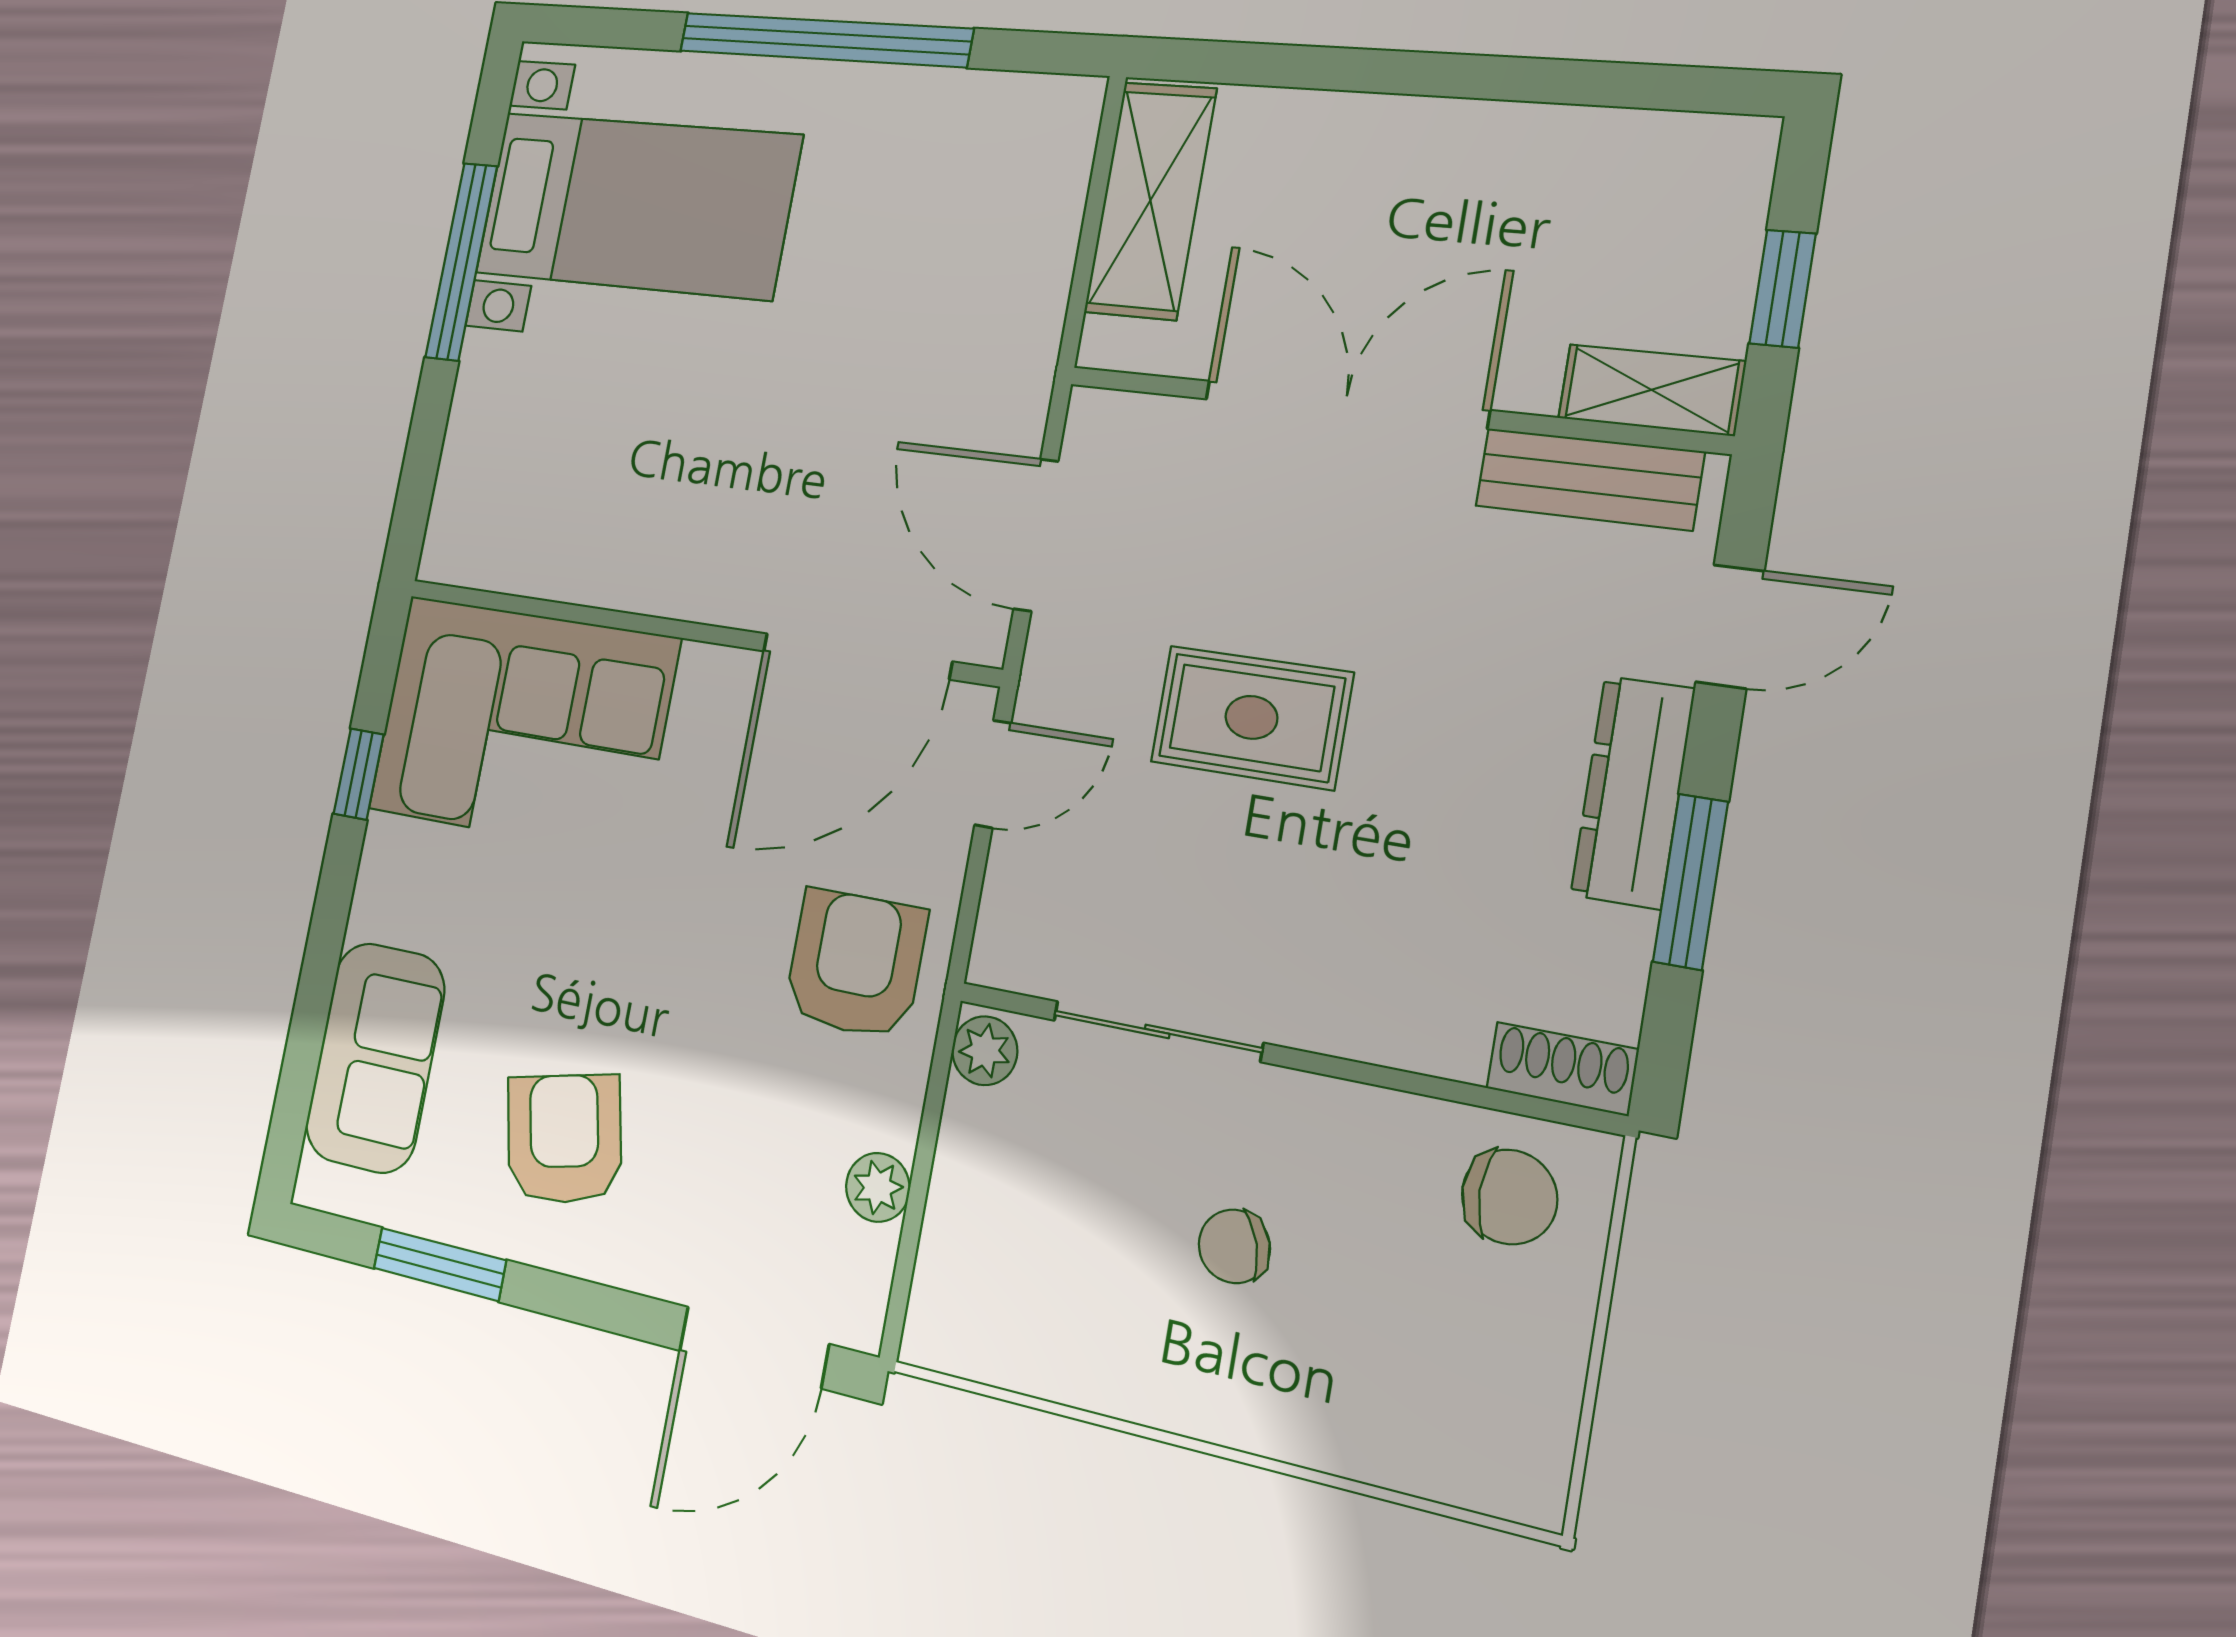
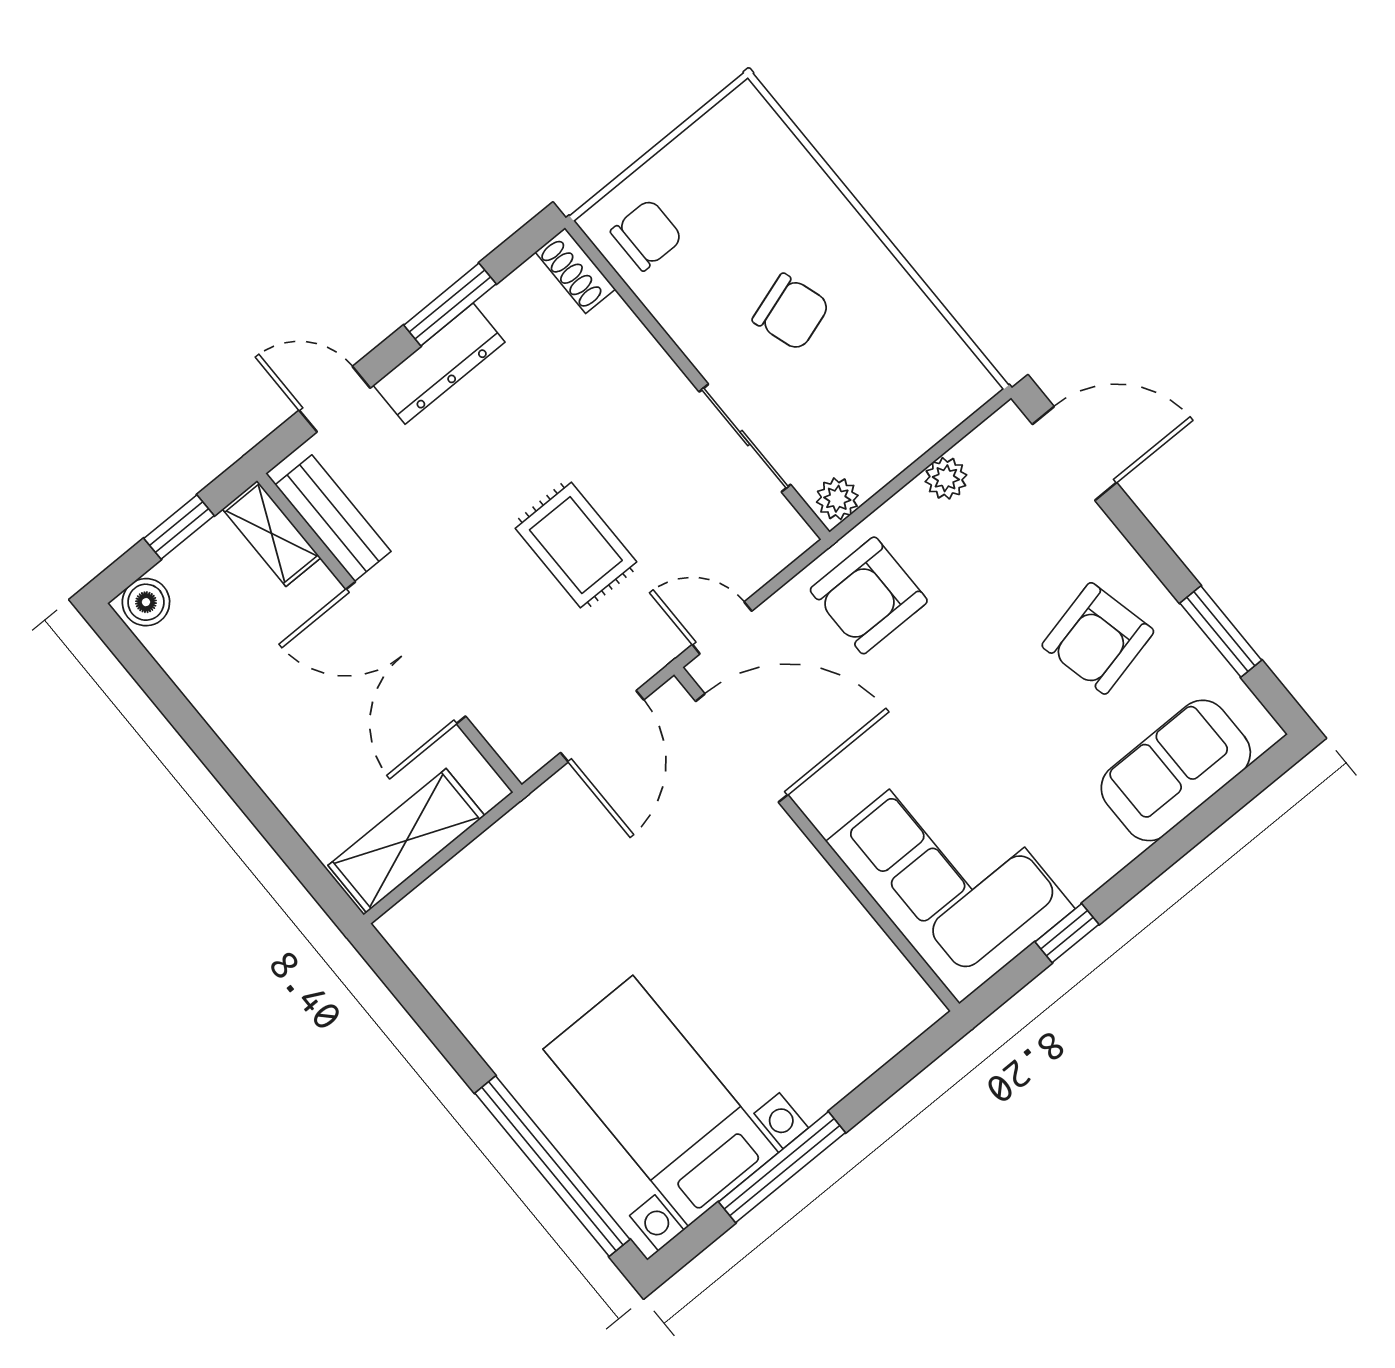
window: (824, 40) -> (552, 1166), moved
boiler: (1735, 163) -> (146, 602), added
chair: (1509, 1197) -> (647, 235), turned 90
chair: (1234, 1246) -> (791, 312), width x1.37, depth x1.37

